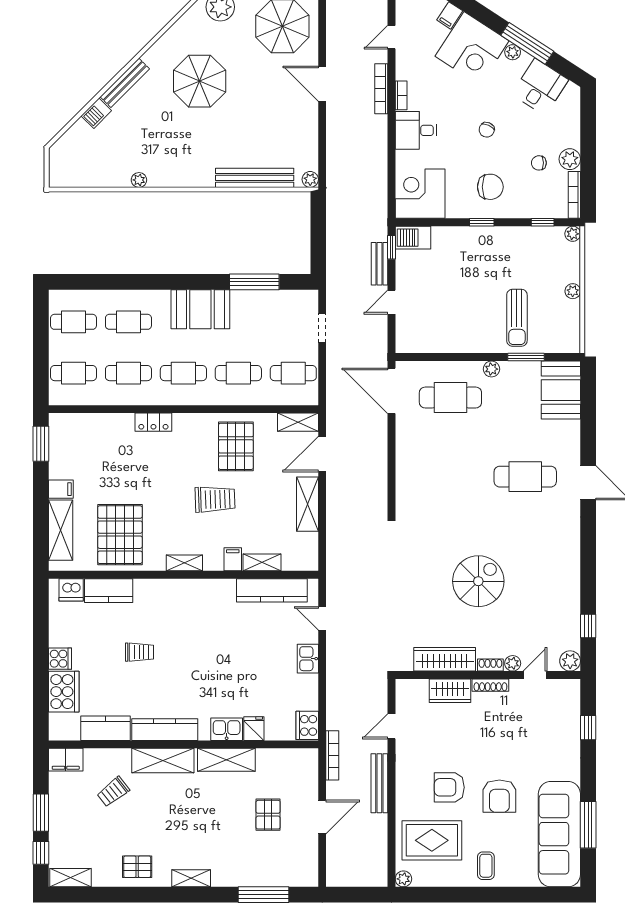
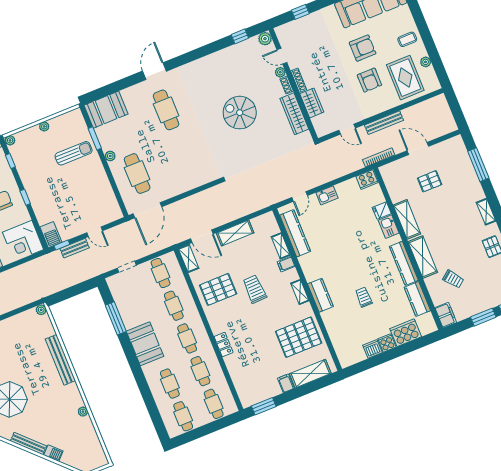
bench: (255, 178) -> (60, 360), moved
dishwasher: (71, 590) -> (373, 349), moved, turned -90
kitchen counter: (109, 591) -> (320, 295), moved
plant: (403, 879) -> (426, 62), moved

